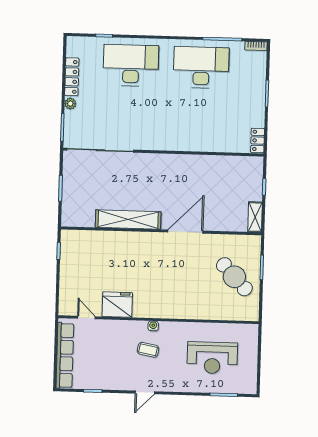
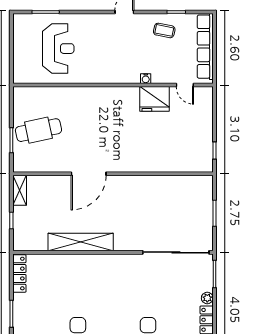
locker: (258, 140) -> (19, 274), width x1.53
shelving: (128, 220) -> (81, 242), moved
cafe table: (234, 277) -> (38, 130), turned -59
water cooler: (153, 326) -> (146, 79), moved
coffee table: (148, 350) -> (164, 30), moved
reception desk: (212, 358) -> (58, 49), turned 90

